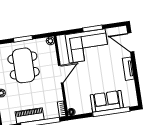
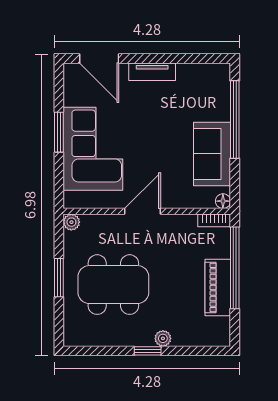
door: (131, 42) -> (99, 59), hinge flipped
door: (61, 74) -> (143, 211), hinge flipped
sofa: (107, 101) -> (212, 154), moved

